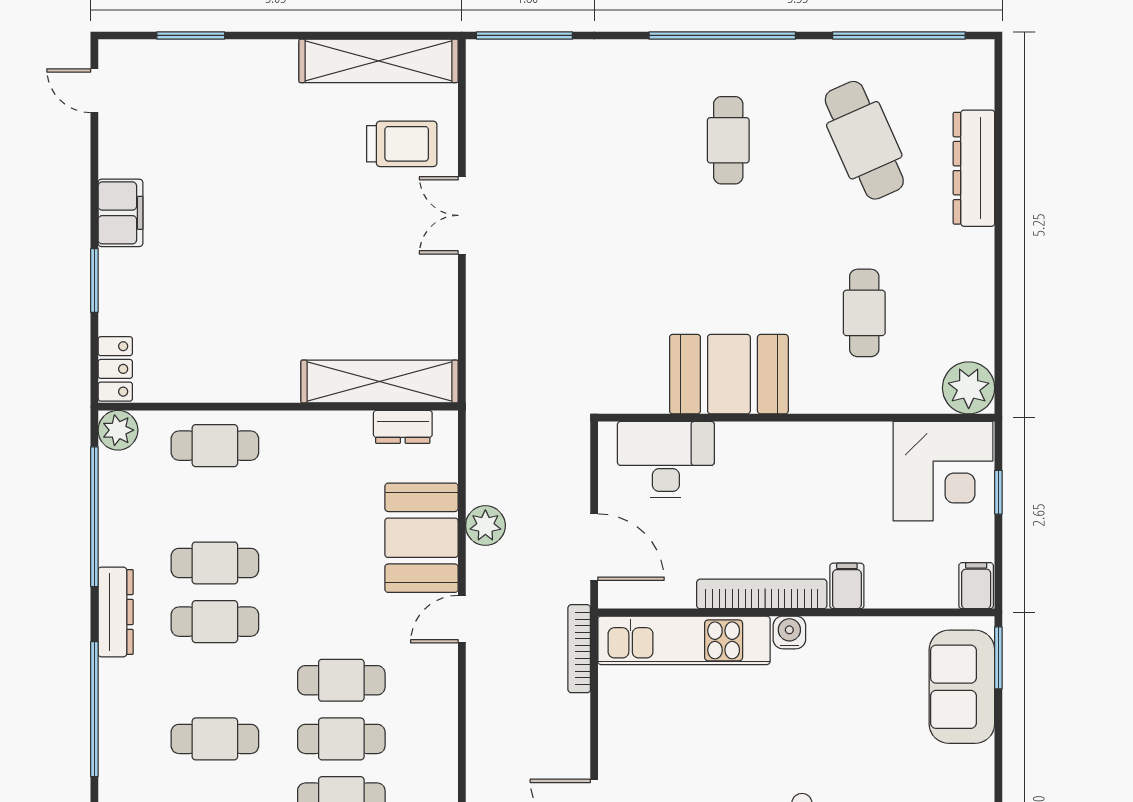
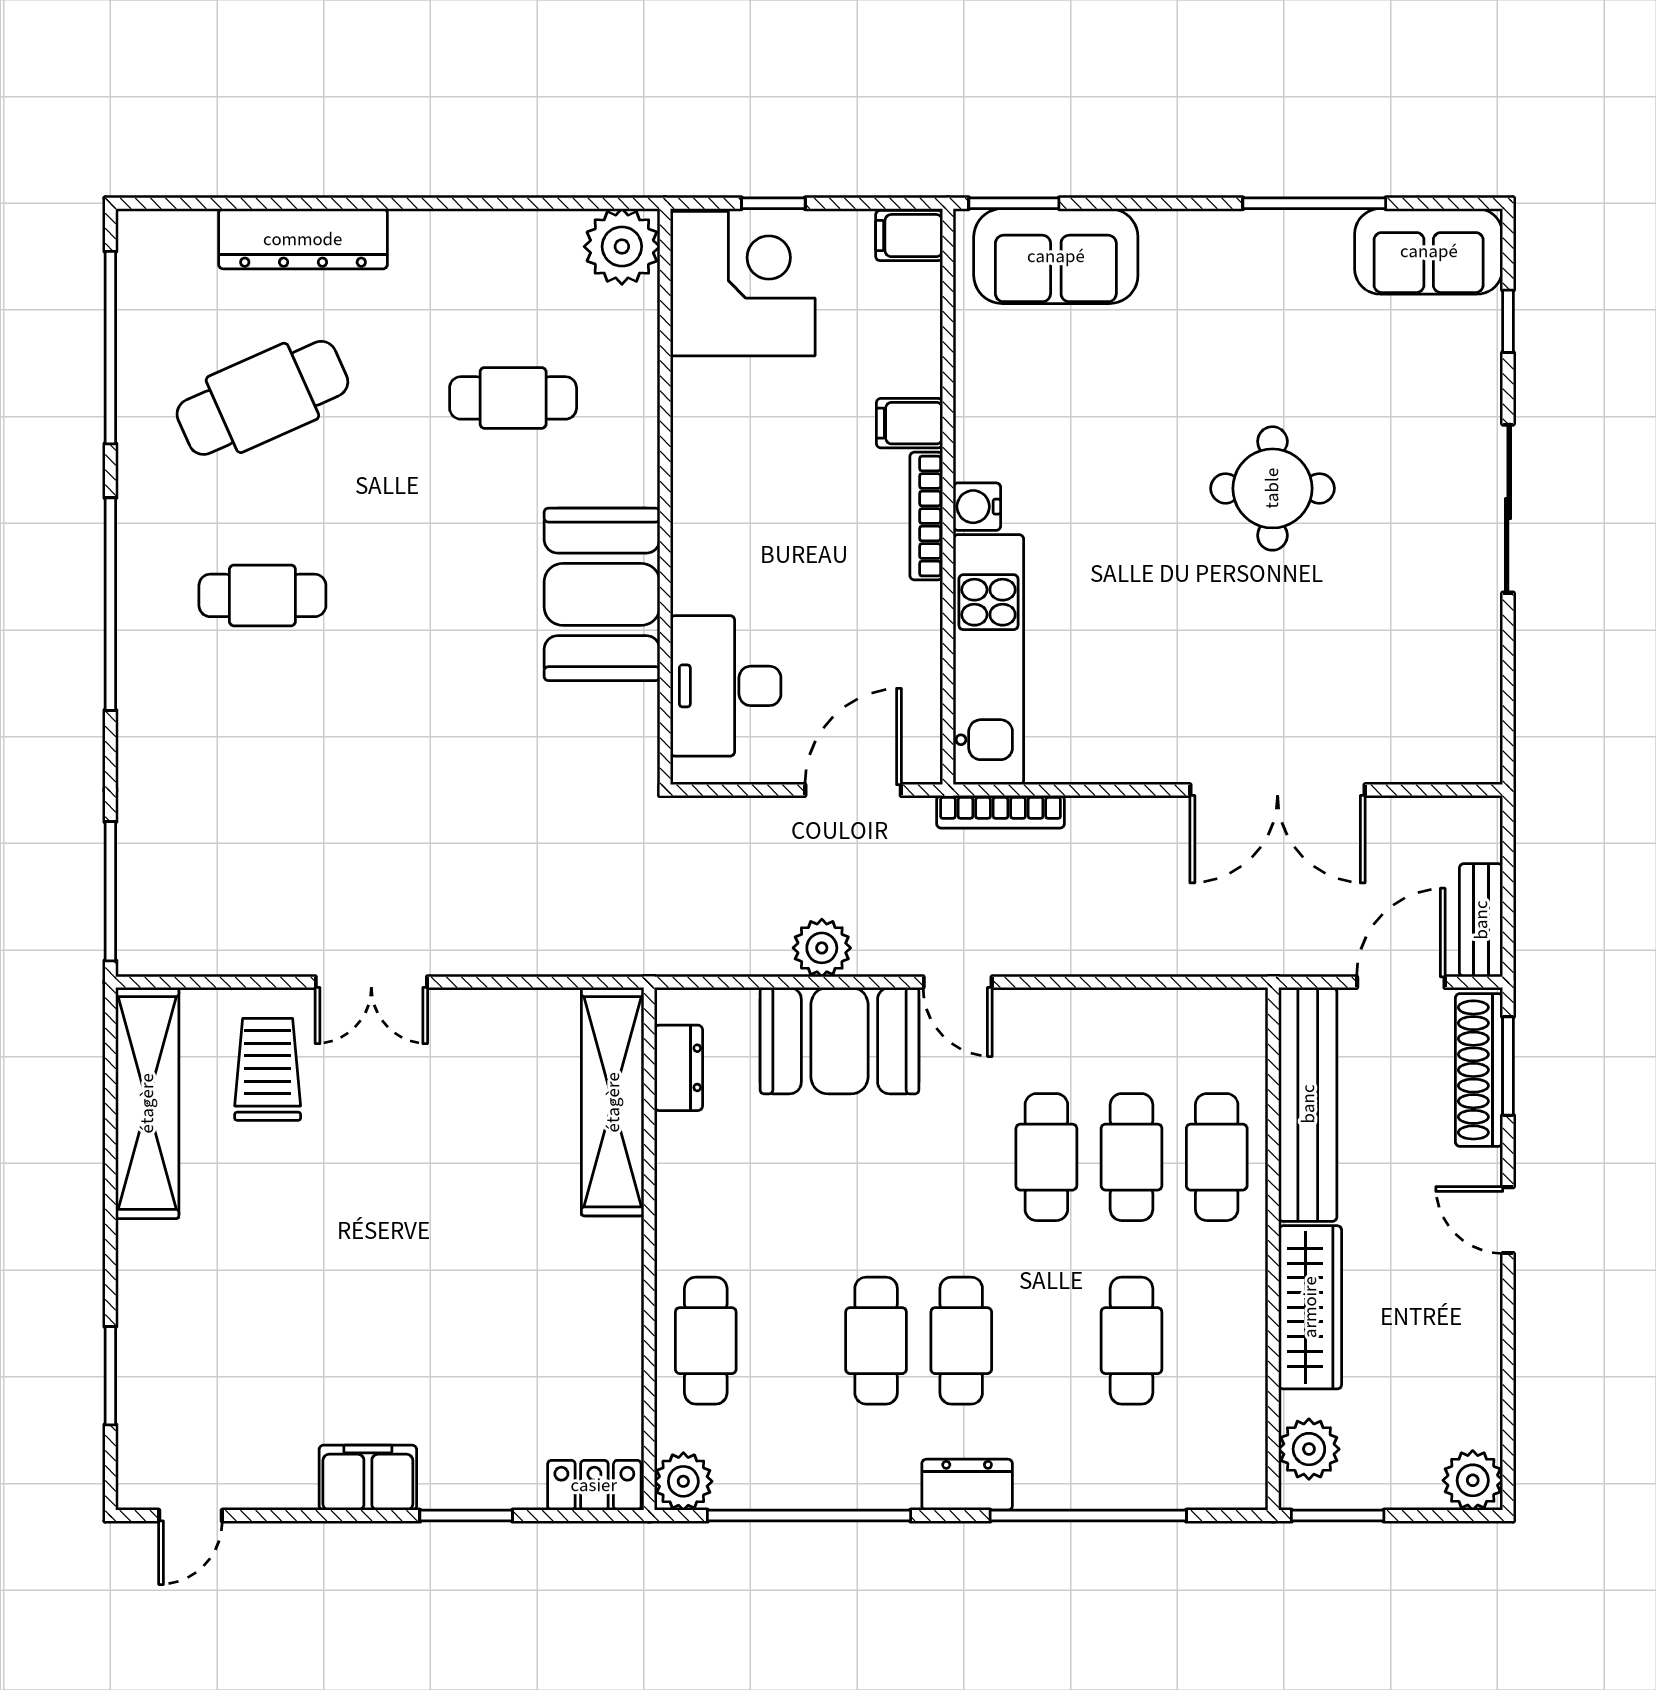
bookcase: (762, 594) -> (926, 516), width x0.68, depth x0.76
dresser: (116, 612) -> (967, 1485), width x0.70

